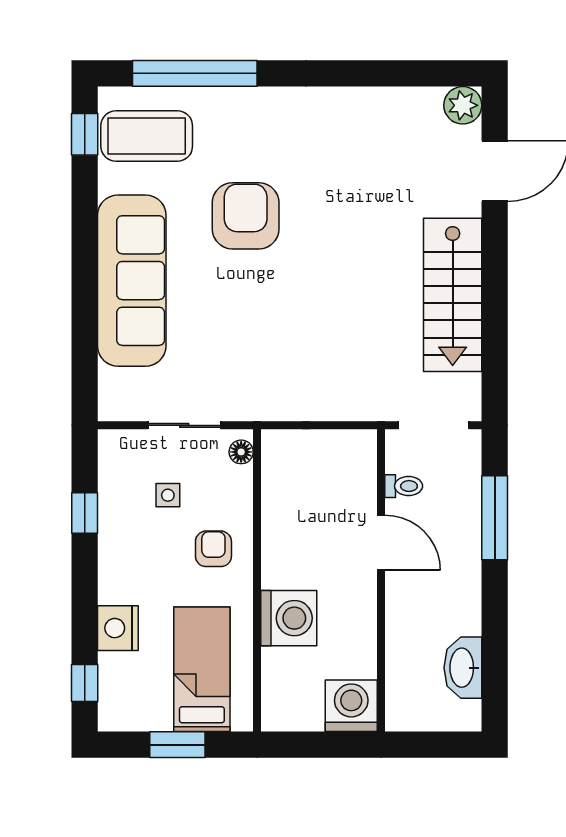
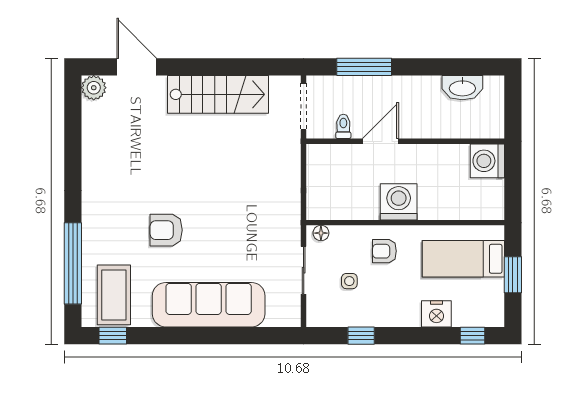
armchair: (246, 216) -> (166, 230), width x0.73, depth x0.73
washing machine: (289, 618) -> (399, 202), moved

